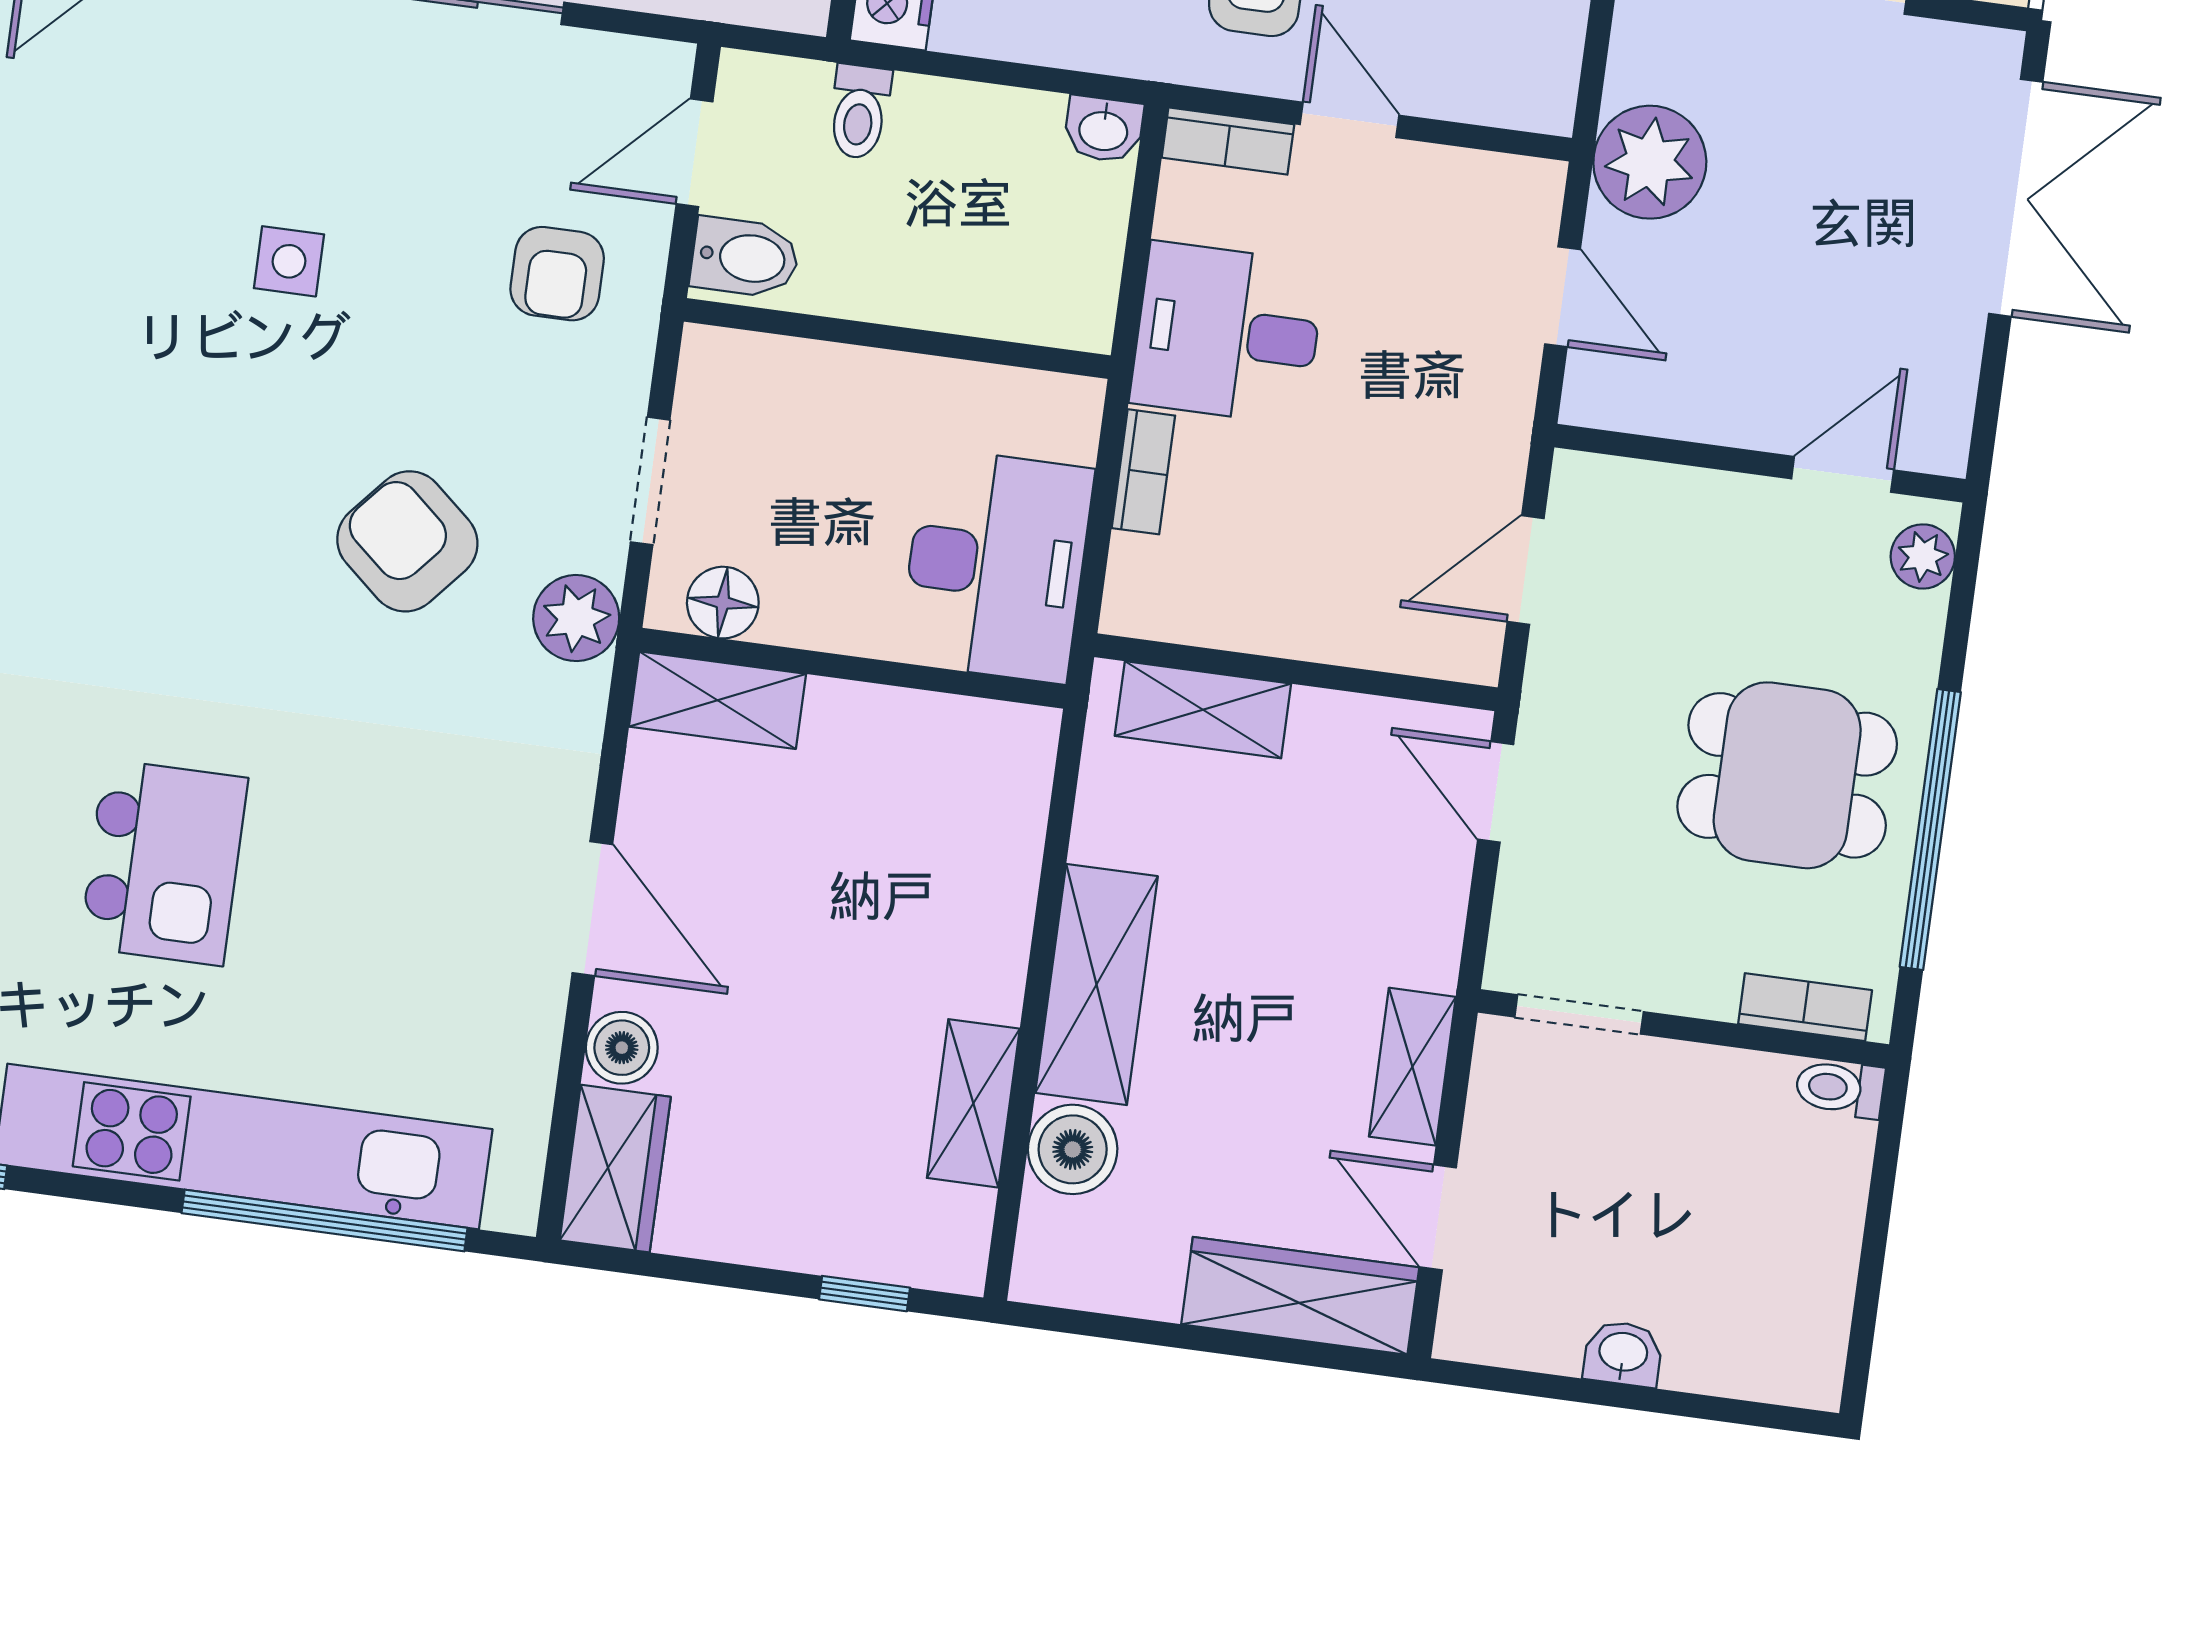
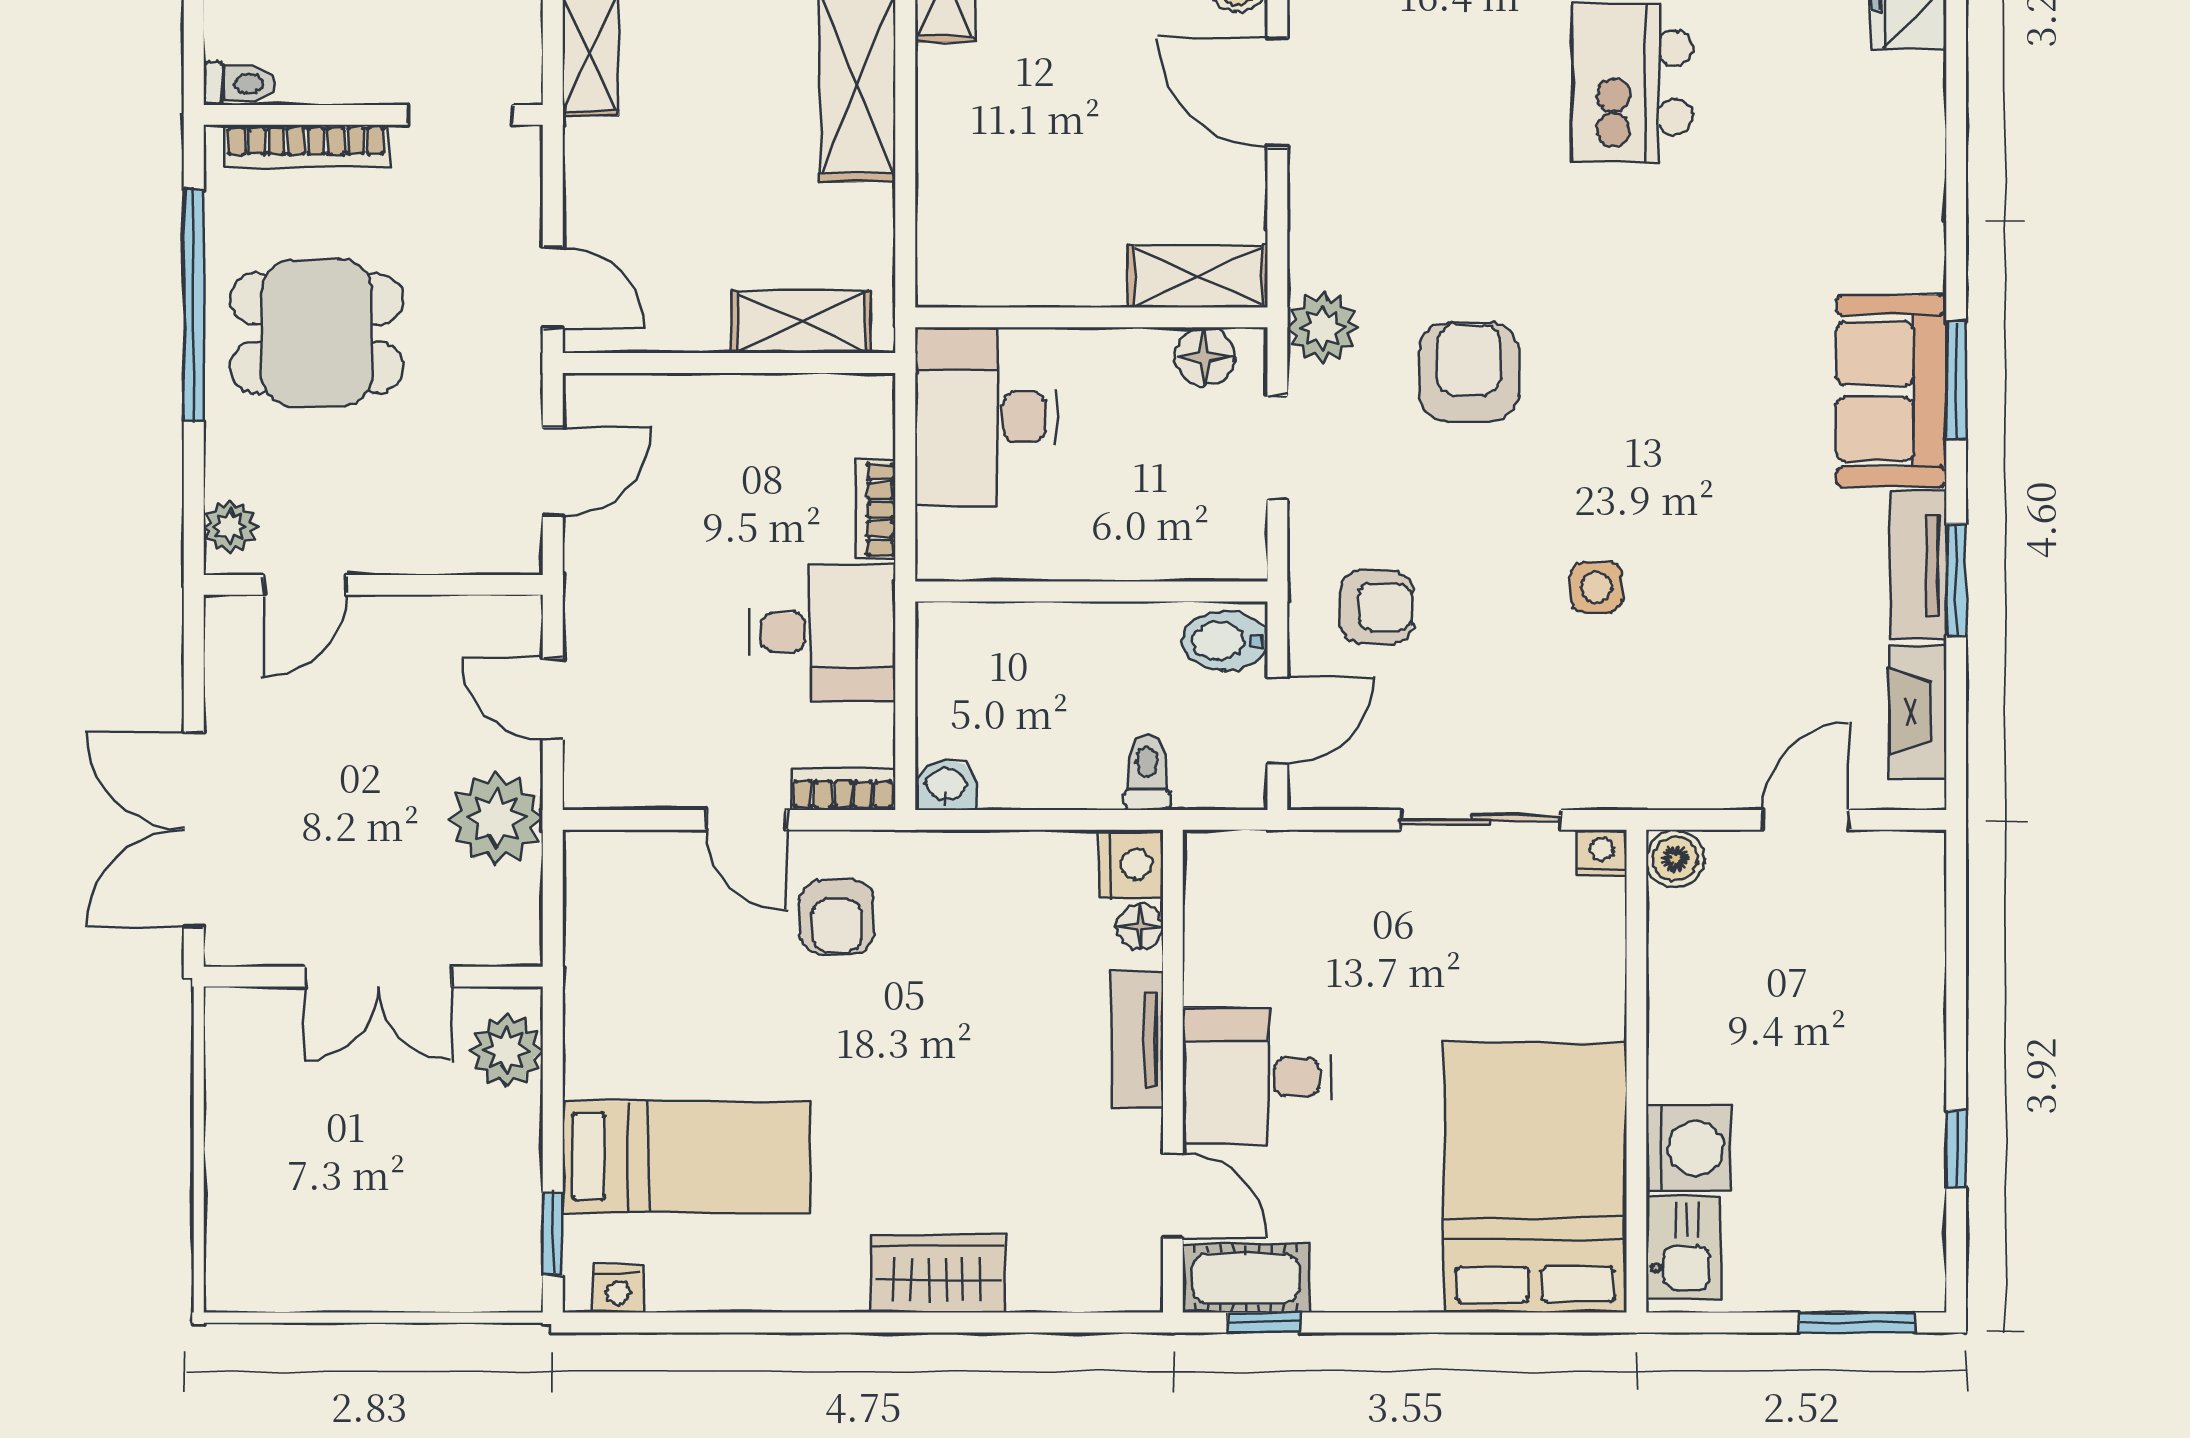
armchair: (557, 274) -> (1376, 607), turned 90
armchair: (407, 541) -> (1469, 372), turned -131
bookcase: (1805, 1007) -> (306, 146), width x1.56

